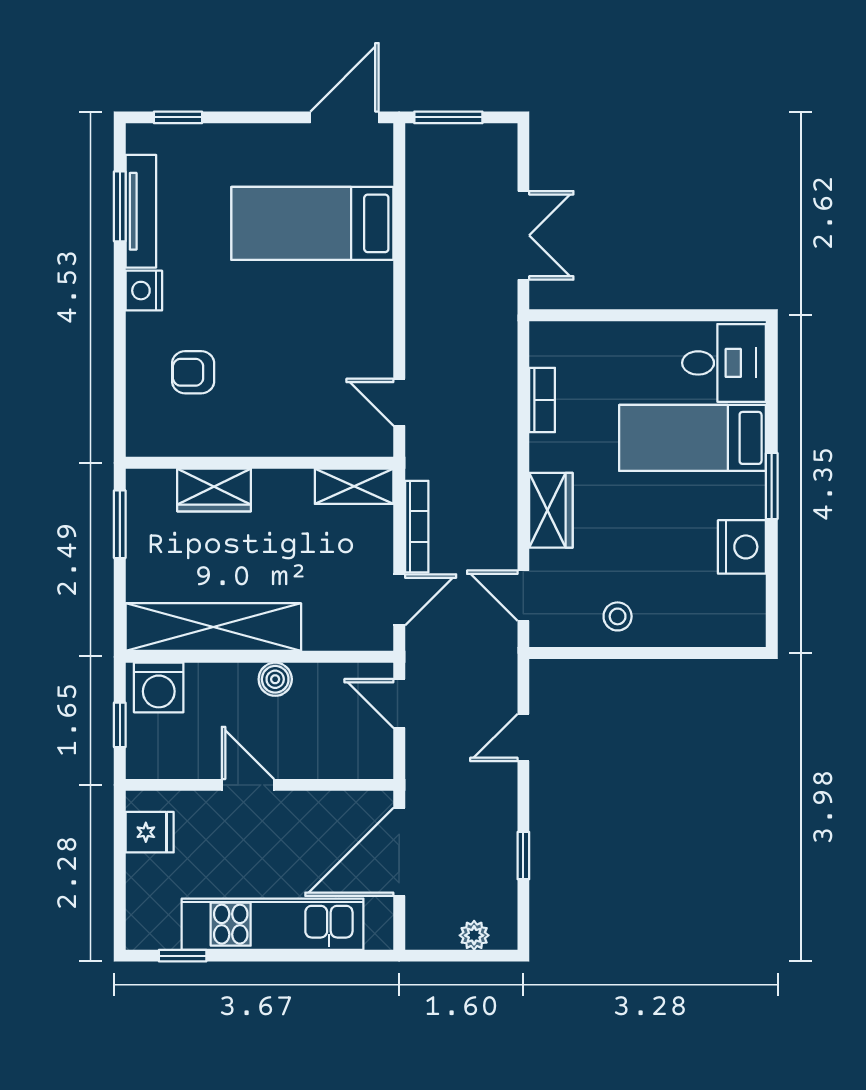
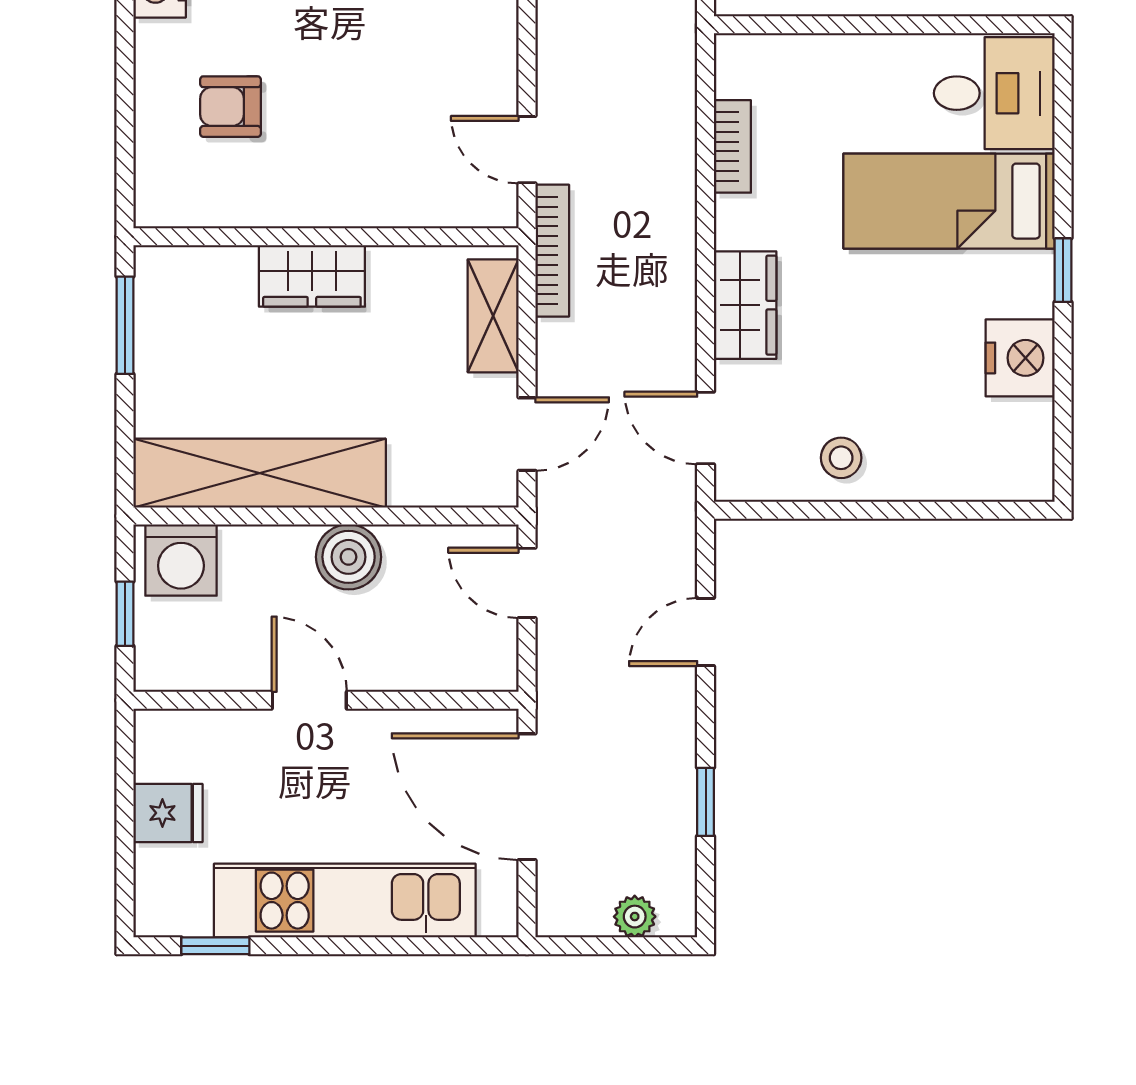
shelving: (354, 486) -> (493, 316), moved, turned 90
window: (772, 486) -> (1063, 270), width x0.67
wardrobe: (214, 490) -> (312, 276), moved
bookcase: (417, 527) -> (552, 251), moved
boiler: (275, 679) -> (349, 557), width x1.36, depth x1.36
fridge: (150, 832) -> (168, 813), moved
door: (399, 852) -> (527, 797), hinge flipped

